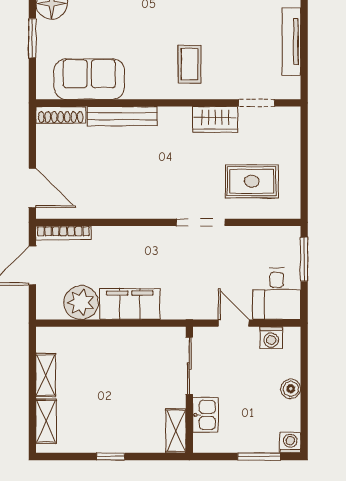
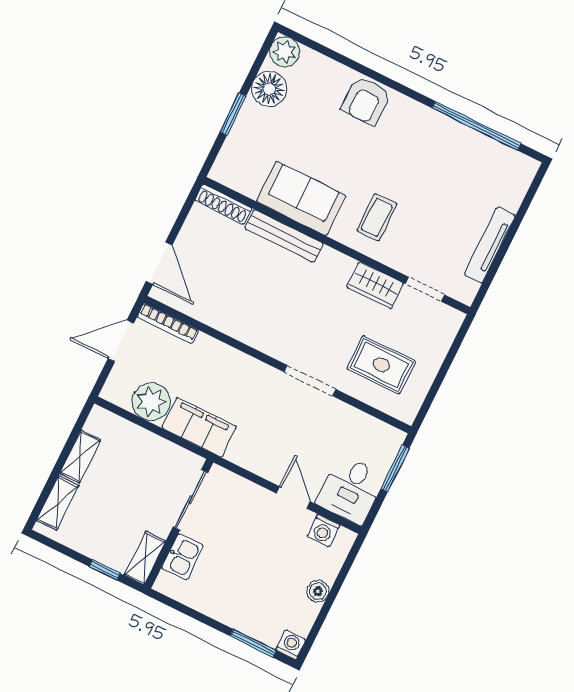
sofa: (89, 79) -> (301, 198), moved
sliding door: (189, 366) -> (191, 500), moved
wall: (189, 390) -> (179, 524), moved
kitchen sink: (205, 415) -> (182, 557), moved
shelving: (176, 431) -> (145, 558), moved

